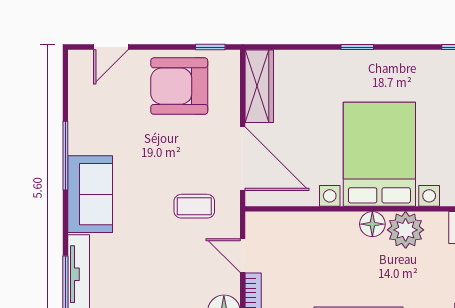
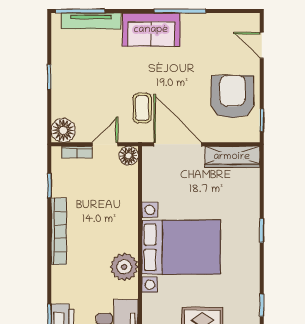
door: (243, 159) -> (178, 144), swing flipped
floor lamp: (372, 224) -> (129, 156), moved

